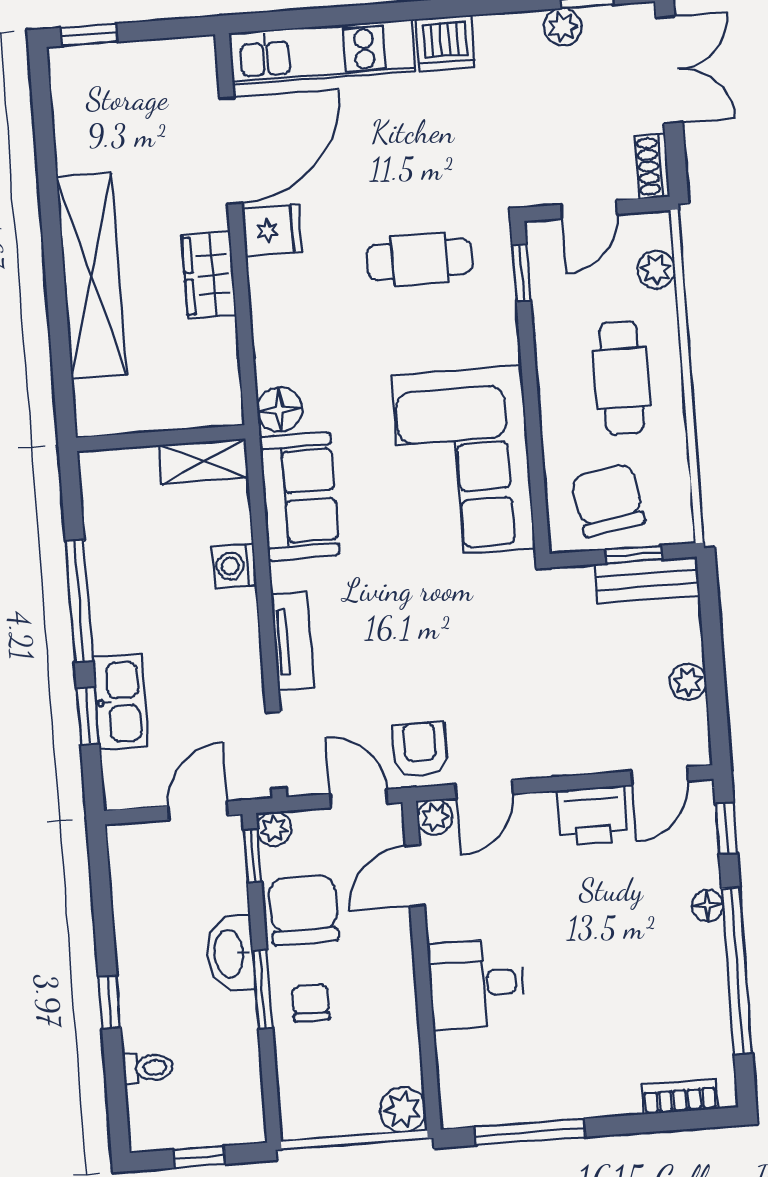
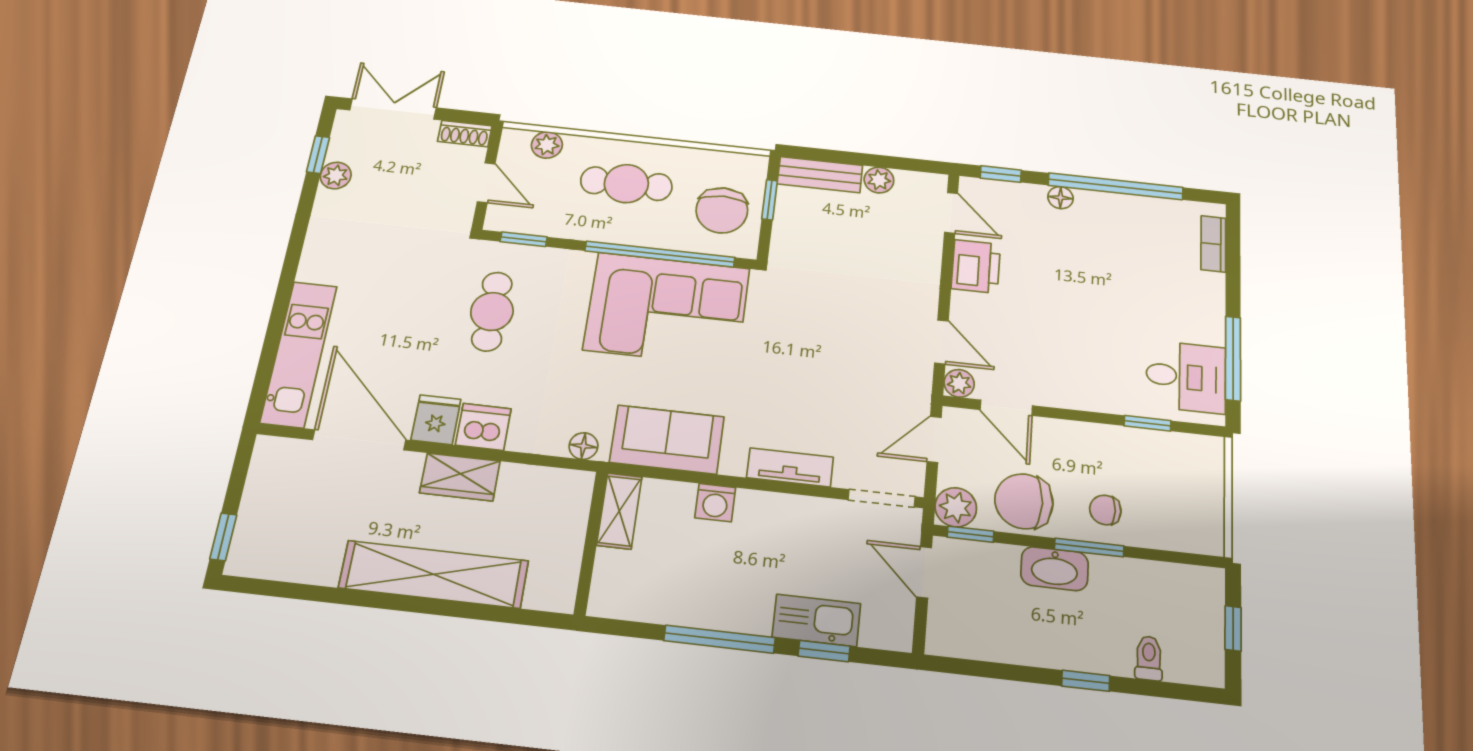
dishwasher: (445, 43) -> (483, 427), moved, turned -90
floor lamp: (279, 410) -> (583, 446), width x0.73, depth x0.73
window: (534, 438) -> (660, 254), added
chair: (608, 500) -> (722, 210), turned -80
bench: (647, 580) -> (820, 175), moved, turned 90
armchair: (420, 749) -> (900, 385), removed
plant: (274, 829) -> (956, 507), width x1.38, depth x1.38
desk: (476, 984) -> (1186, 377), moved, turned -90
window: (427, 1040) -> (1147, 423), added
plant: (403, 1110) -> (1206, 453), removed

